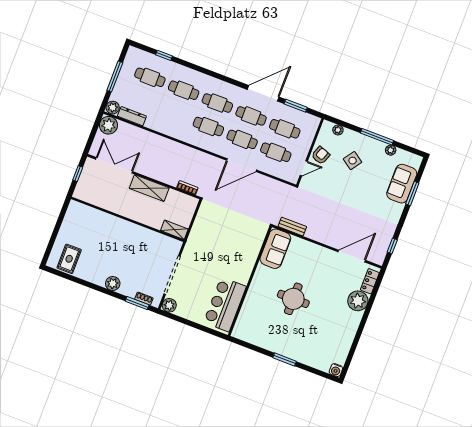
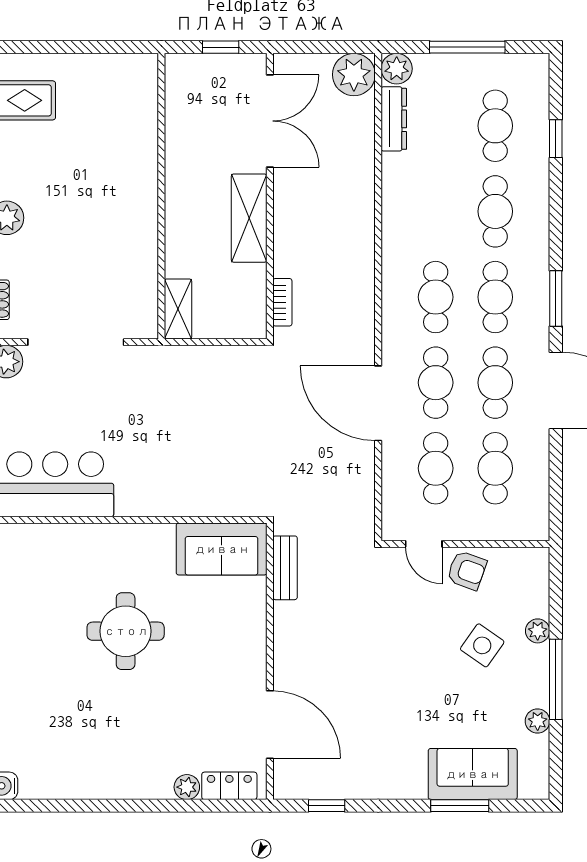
window: (296, 106) -> (556, 298), moved
plant: (338, 130) -> (538, 631), moved
plant: (358, 301) -> (187, 787), width x0.53, depth x0.53

